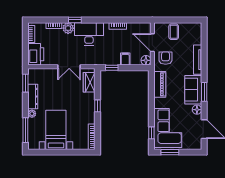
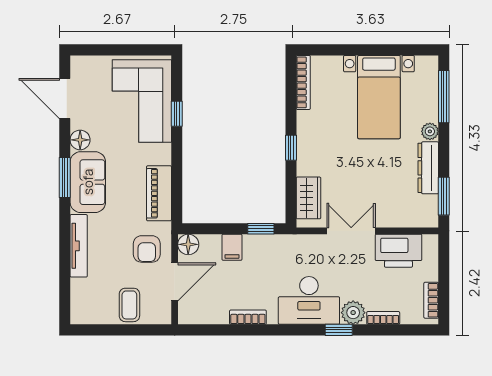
door: (152, 43) -> (175, 282), hinge flipped
printer: (36, 54) -> (398, 251), moved, turned -90
window: (151, 133) -> (177, 114), moved
window: (170, 152) -> (138, 50), removed

